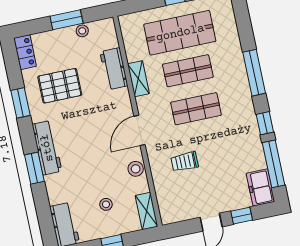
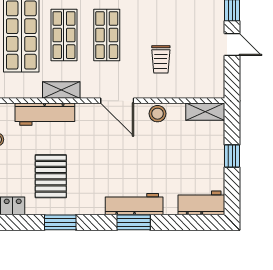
workbench: (114, 69) -> (45, 114), width x1.38
workbench: (47, 148) -> (134, 204), moved
stool: (106, 204) -> (189, 154), removed

